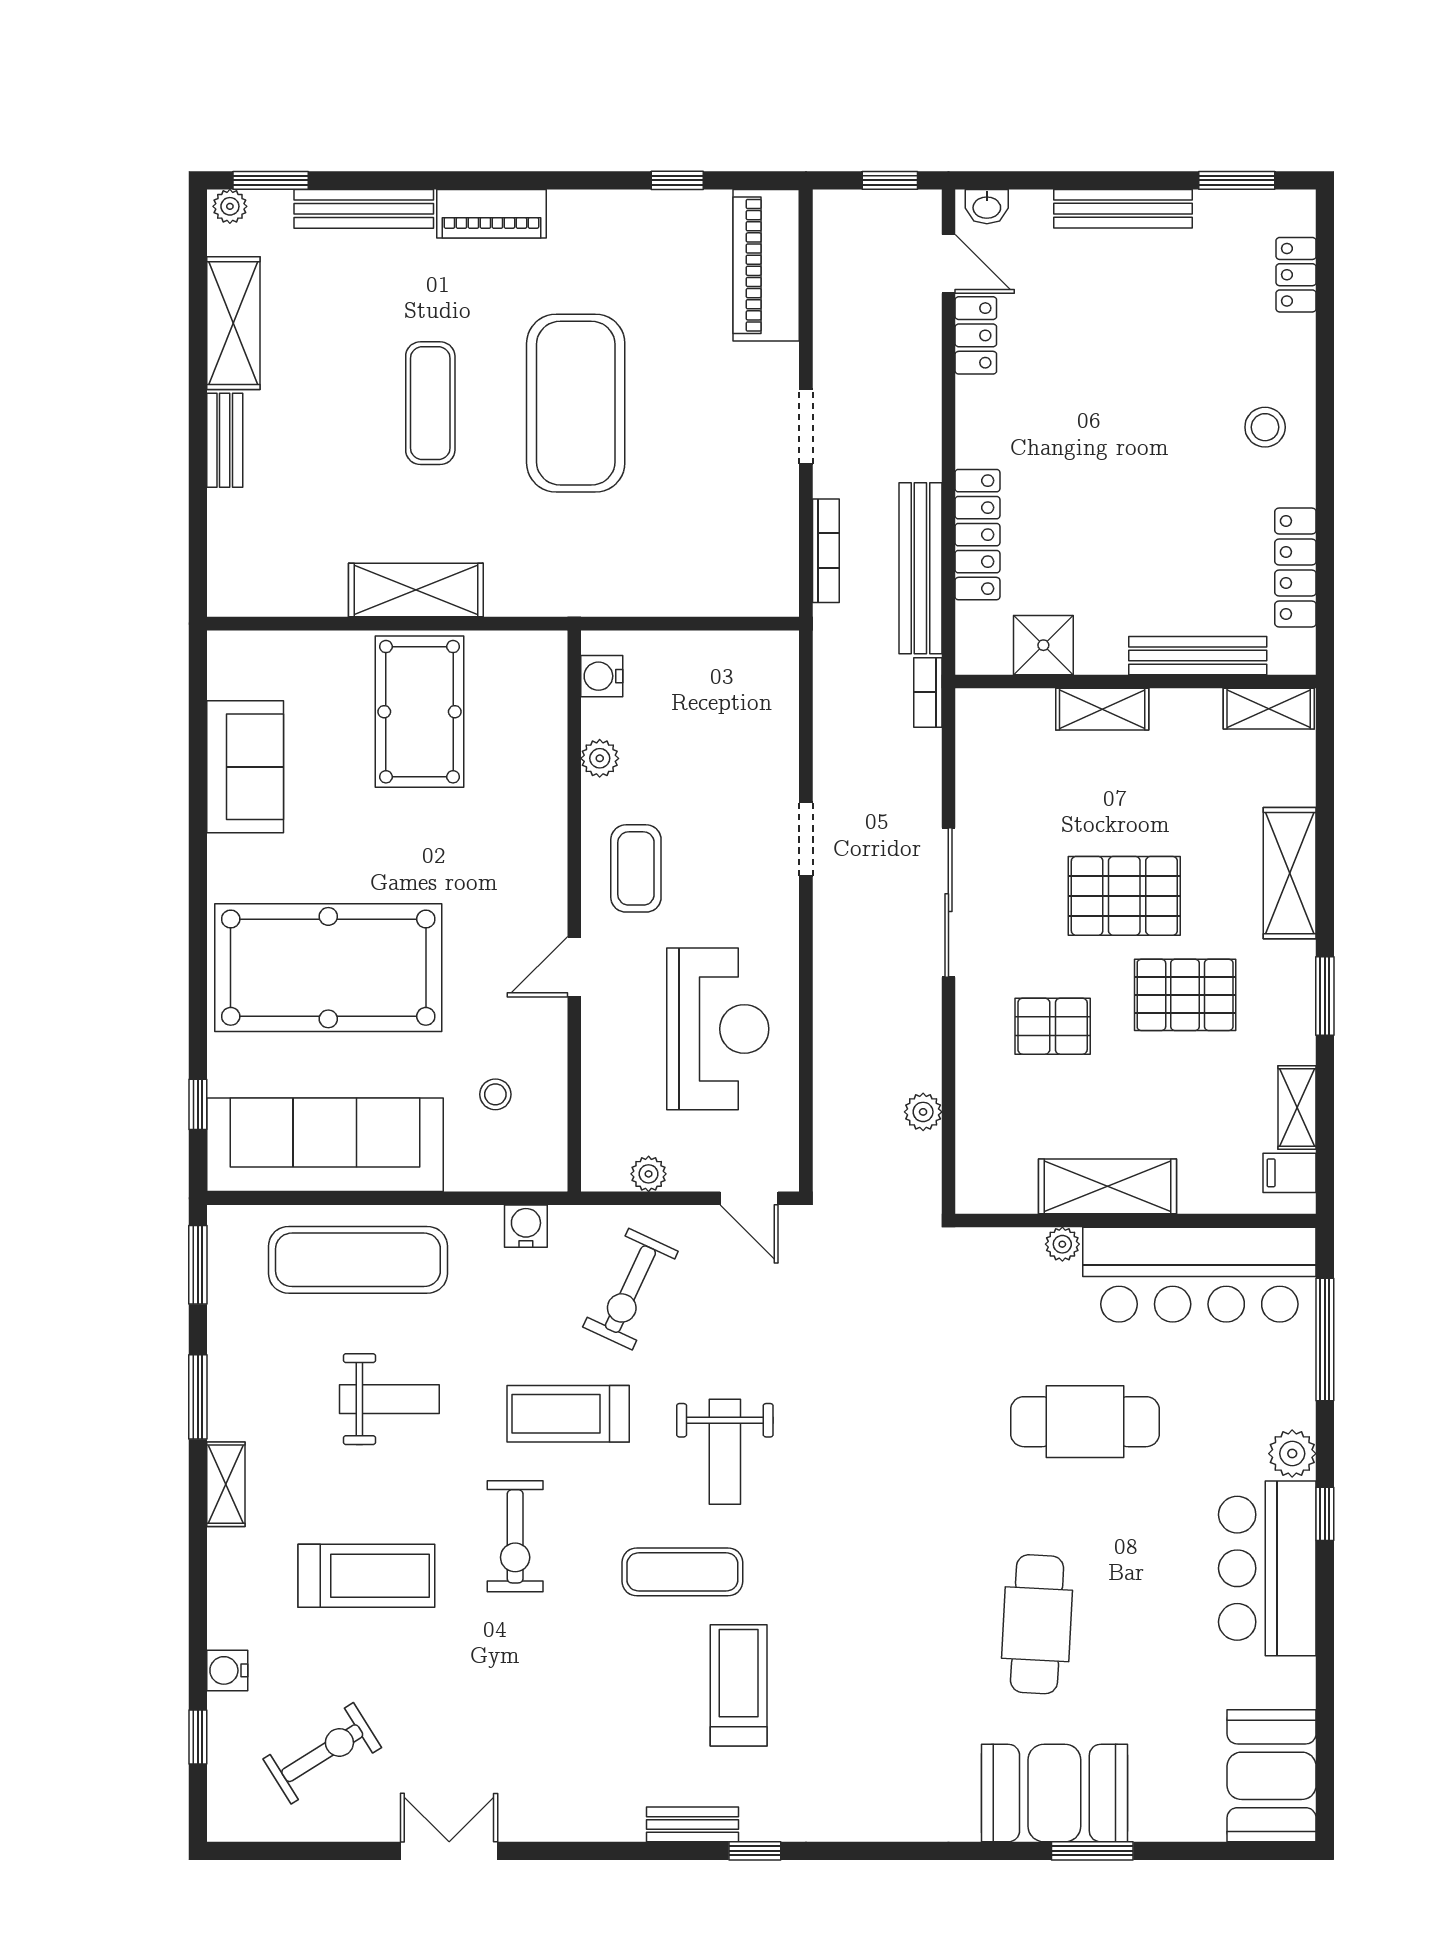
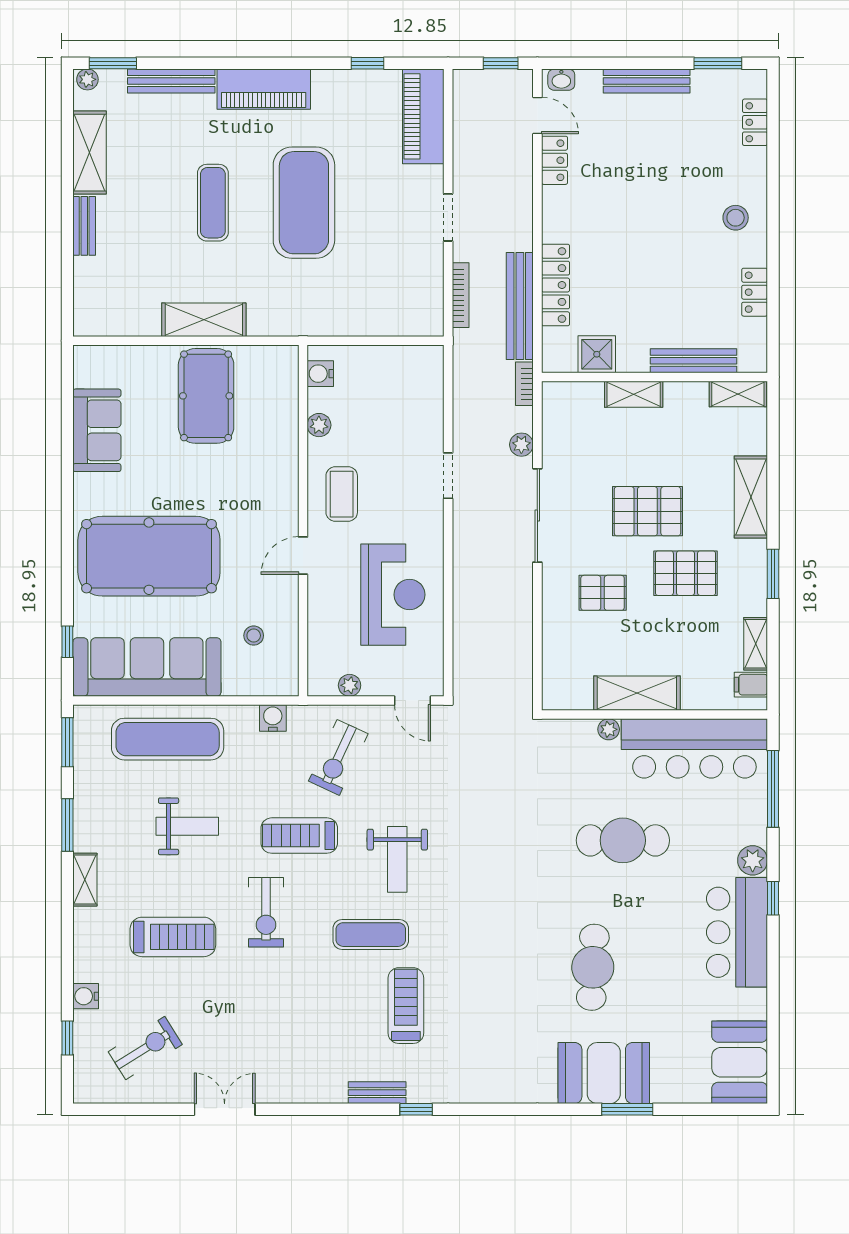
piano: (491, 214) -> (264, 89), width x1.37, depth x1.33
locker: (1295, 567) -> (755, 292), width x0.66
plant: (923, 1112) -> (521, 445), moved

